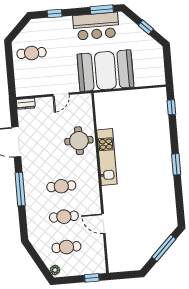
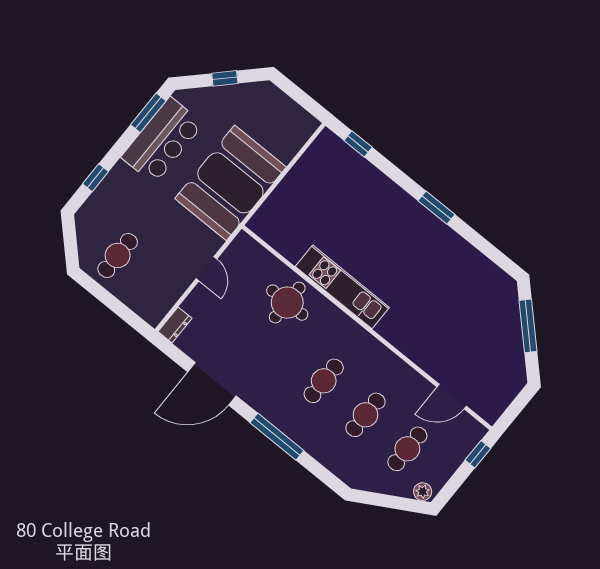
door: (103, 224) -> (452, 397), moved

